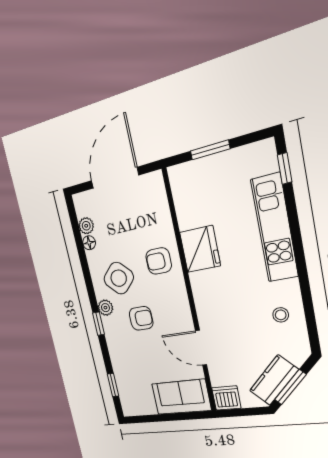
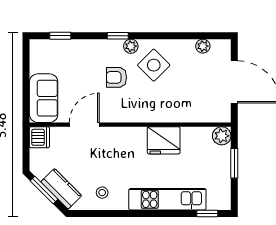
plant: (180, 176) -> (222, 136), added
floor lamp: (89, 243) -> (188, 45), removed
armchair: (159, 261) -> (161, 104), removed
armchair: (141, 318) -> (117, 77), turned 90
kitchen counter: (274, 380) -> (61, 189), moved

